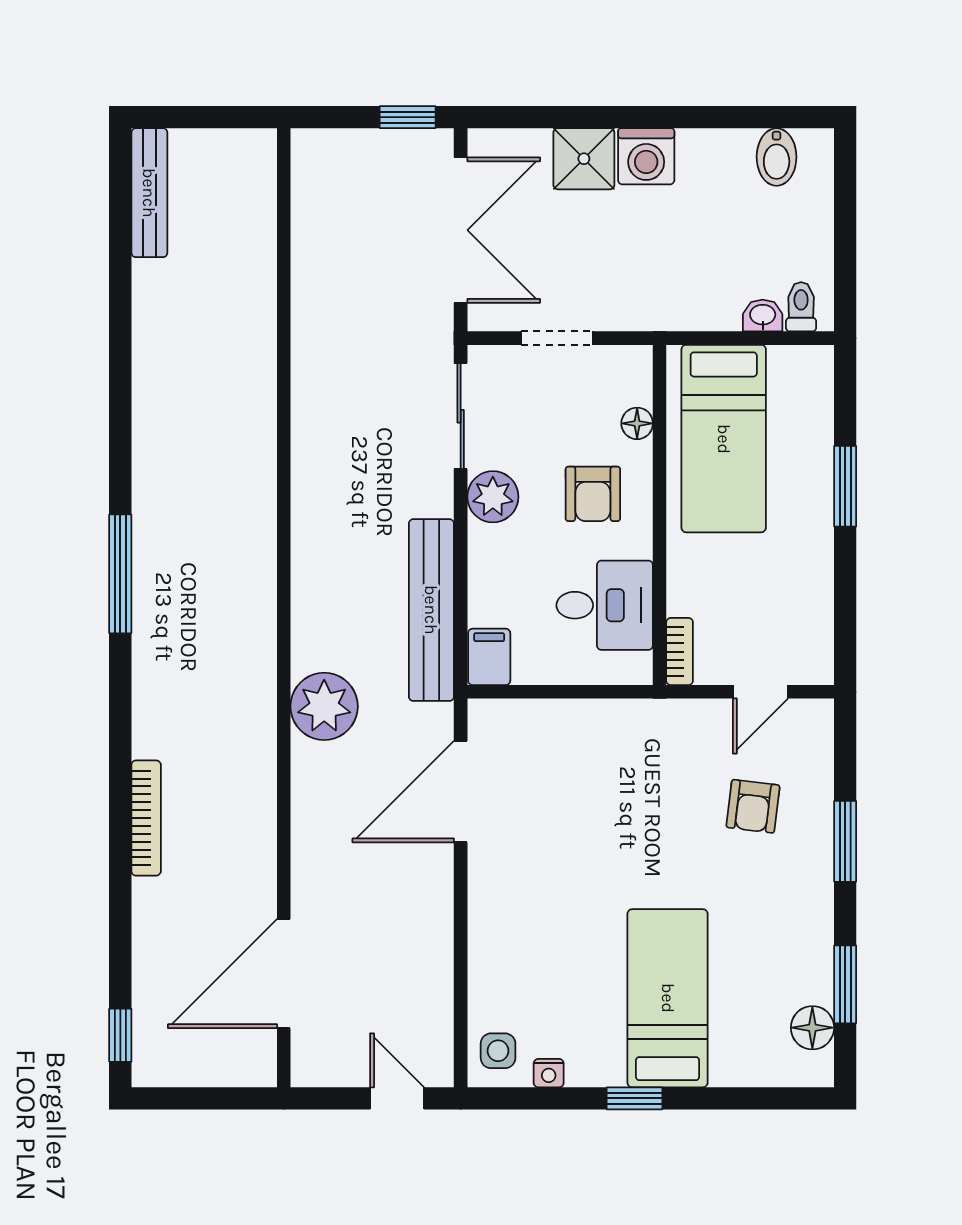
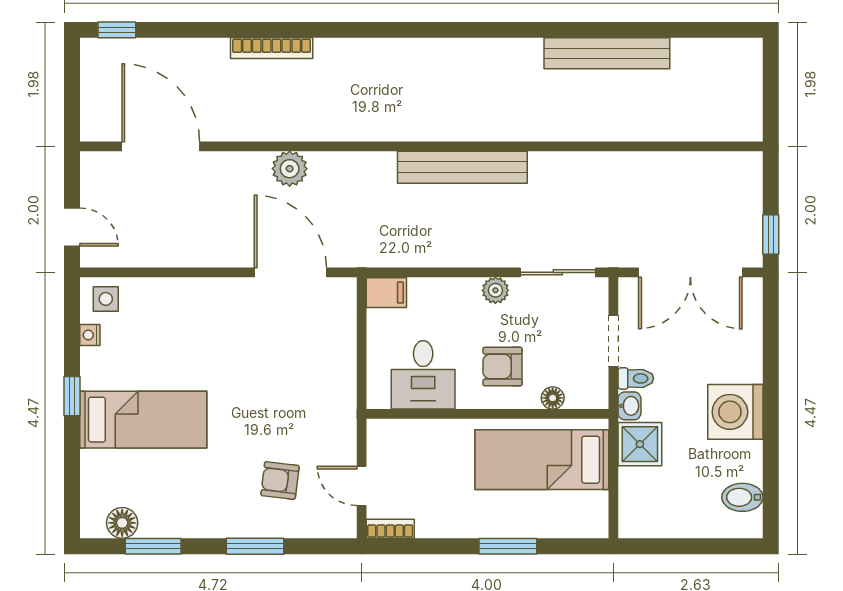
washing machine: (646, 156) -> (735, 412), width x1.37, depth x1.37
shower: (584, 159) -> (640, 444), moved
bench: (149, 193) -> (607, 53), moved, width x1.37, depth x1.21
toilet: (801, 307) -> (636, 378), moved
washbasin: (763, 316) -> (629, 406), moved
plant: (493, 497) -> (495, 290), width x0.73, depth x0.73
window: (120, 574) -> (445, 30), removed
bench: (431, 610) -> (462, 167), moved
bookcase: (680, 652) -> (390, 529), moved, turned 180
plant: (324, 706) -> (290, 169), moved, width x0.73, depth x0.73
door: (397, 1098) -> (72, 227), hinge flipped

